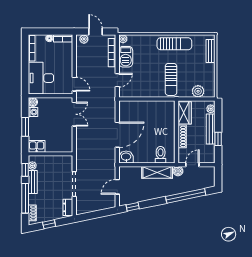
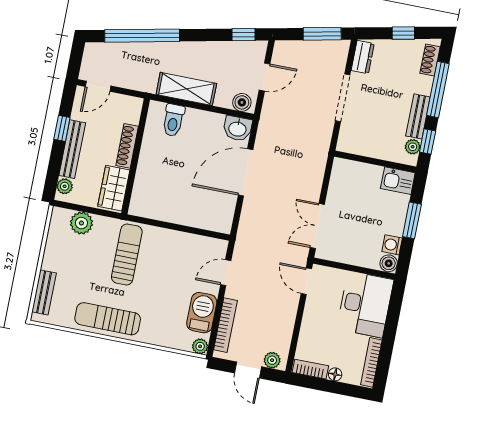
door: (192, 165) -> (98, 86), moved
boiler: (178, 171) -> (242, 102), moved
window: (91, 215) -> (322, 34), added

